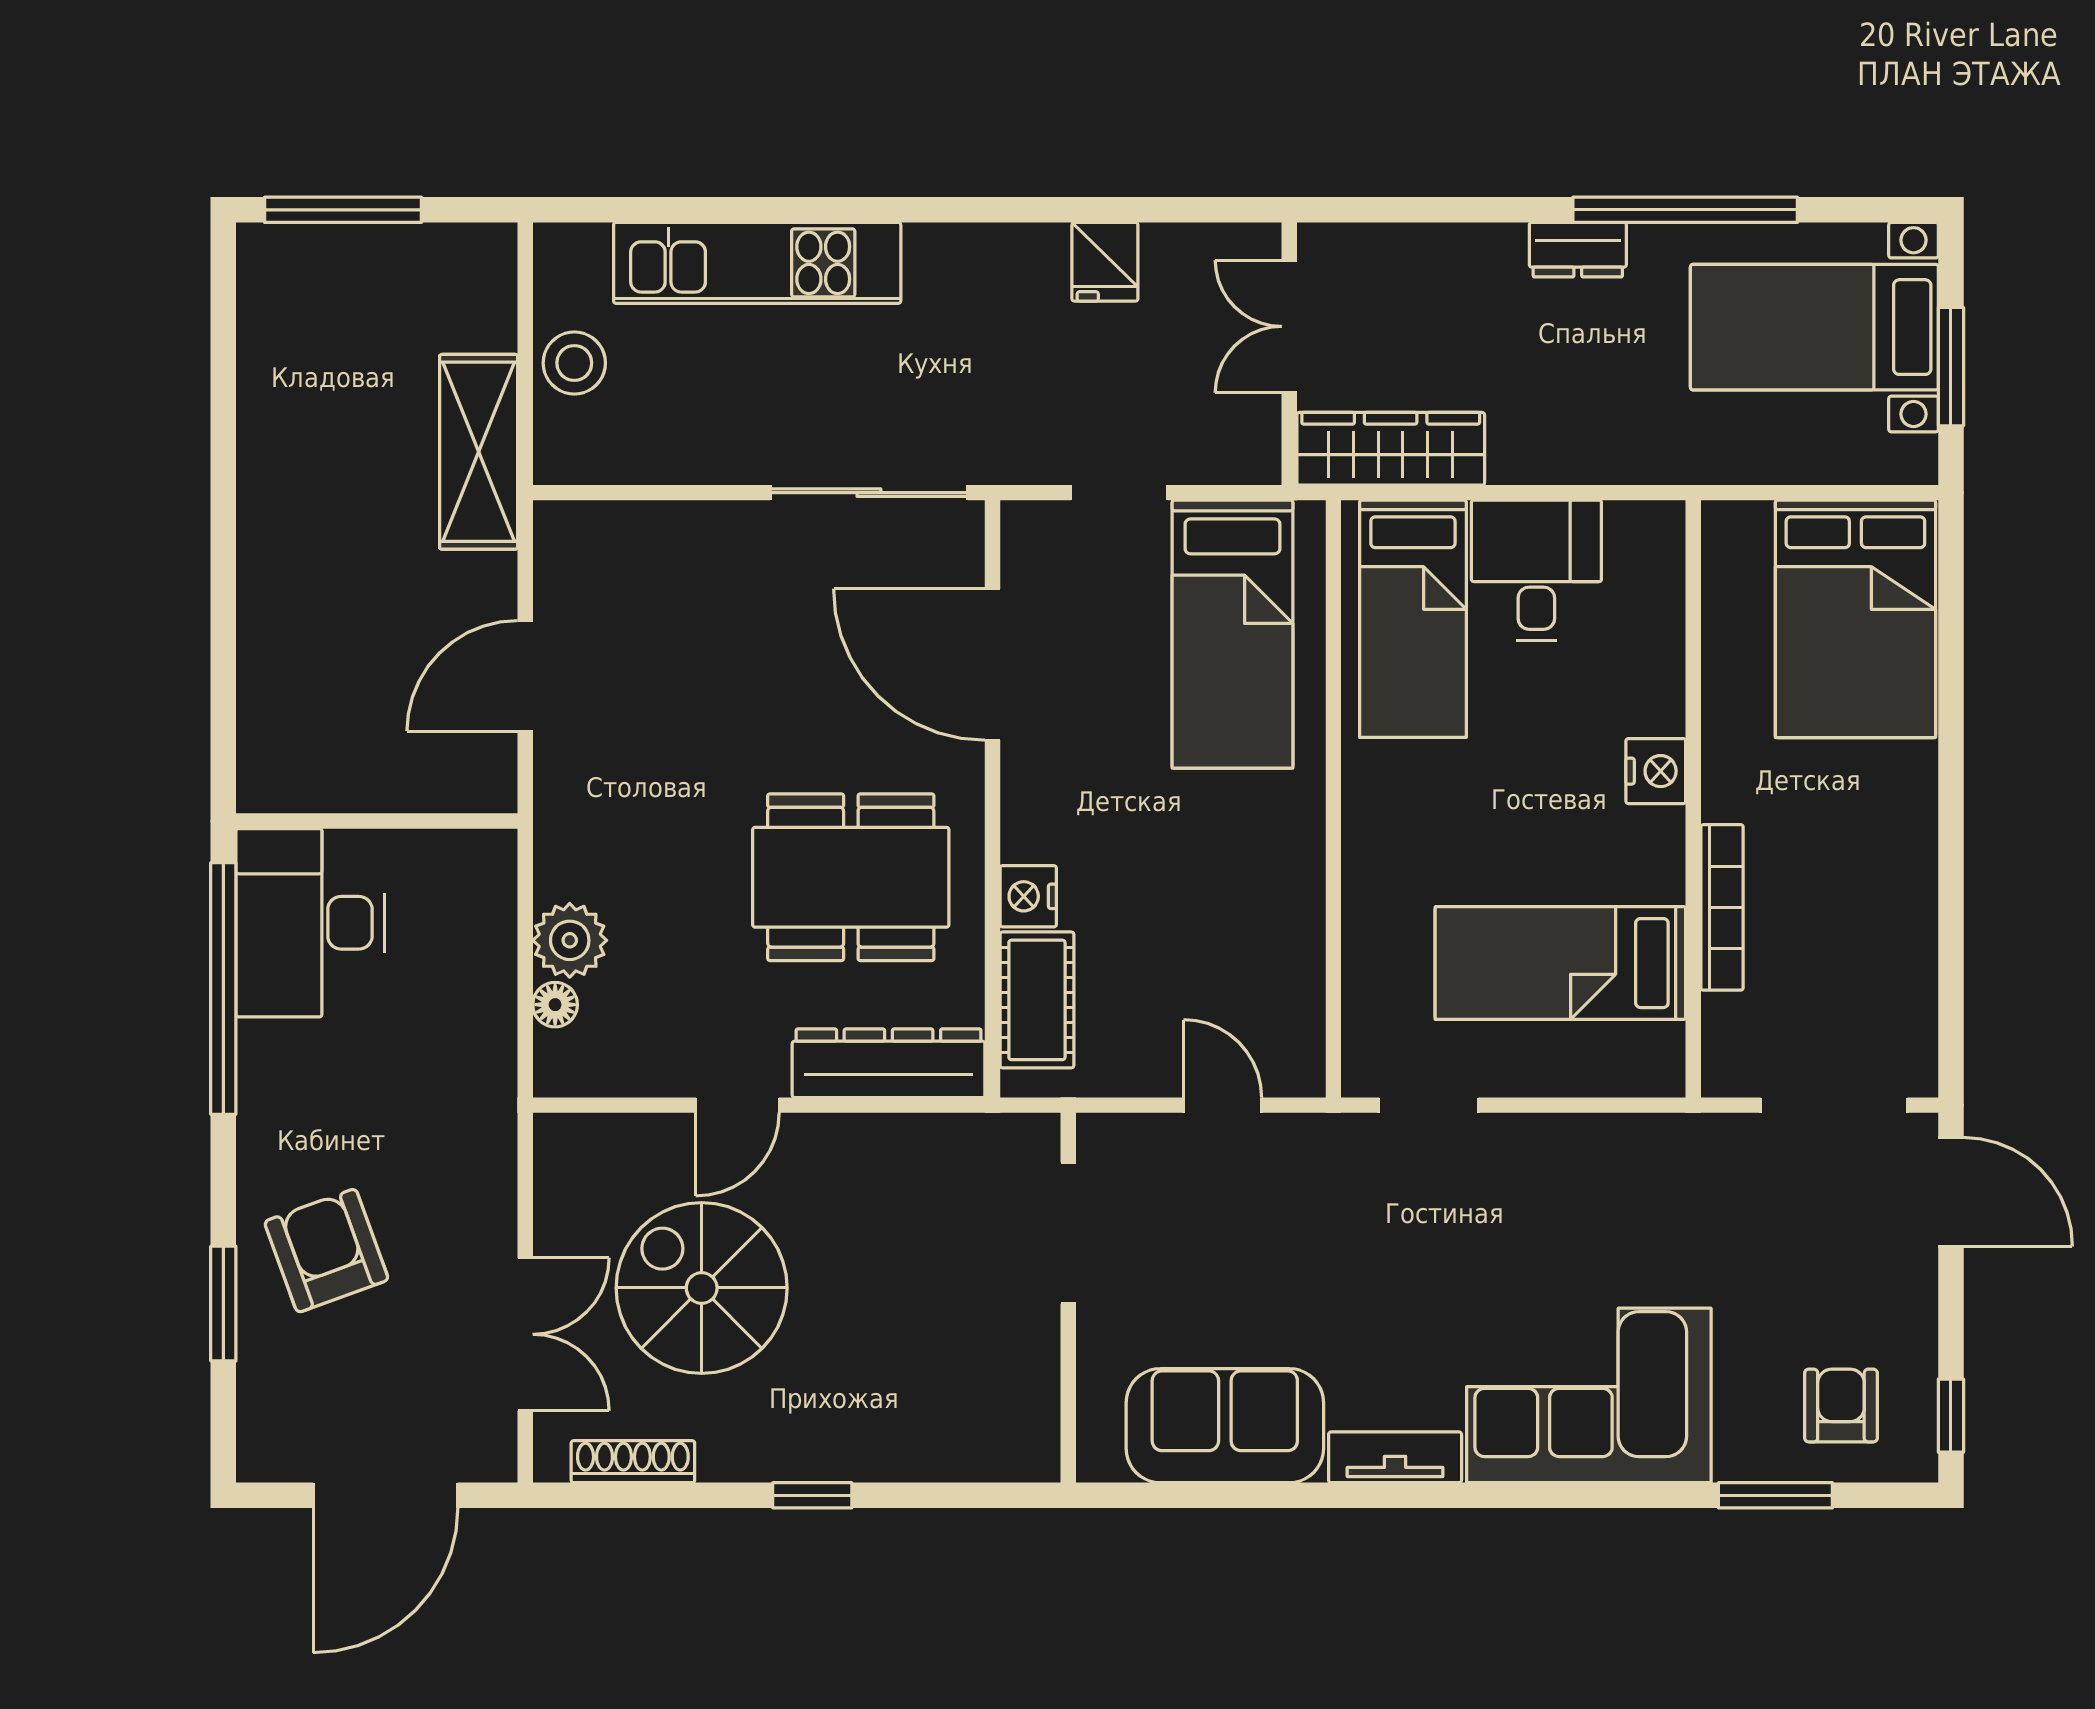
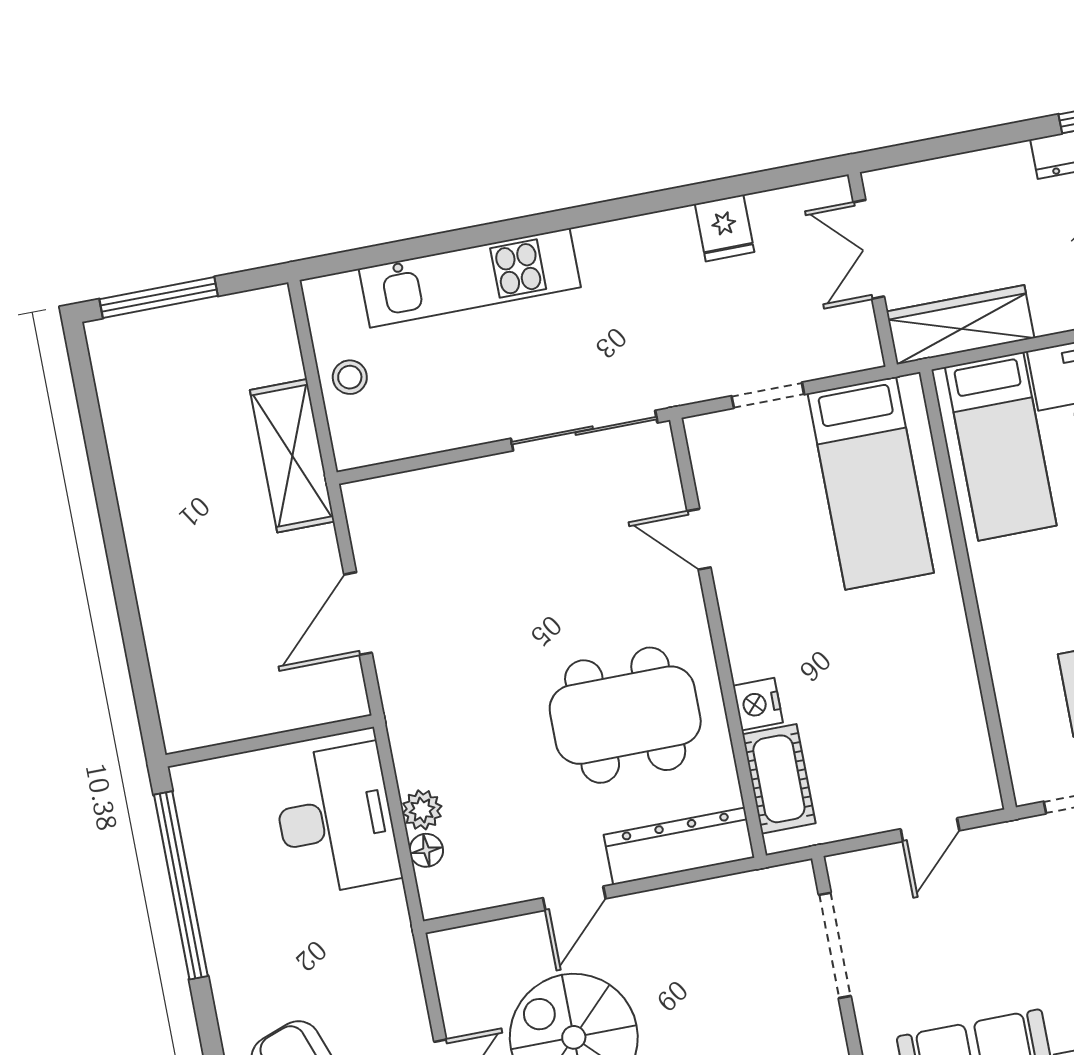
stool: (574, 363) -> (350, 377), width x0.73, depth x0.73
door: (992, 665) -> (699, 539), width x0.53
desk: (310, 923) -> (336, 819), moved, turned 180
plant: (570, 940) -> (422, 810), width x0.73, depth x0.73
door: (1223, 1105) -> (930, 830), swing flipped

